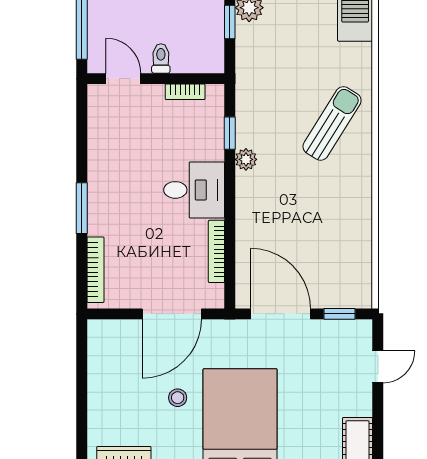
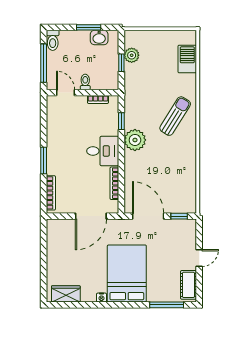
plant: (246, 159) -> (135, 140), width x1.87, depth x1.87
door: (378, 367) -> (199, 258), moved
stool: (178, 398) -> (94, 260), removed

